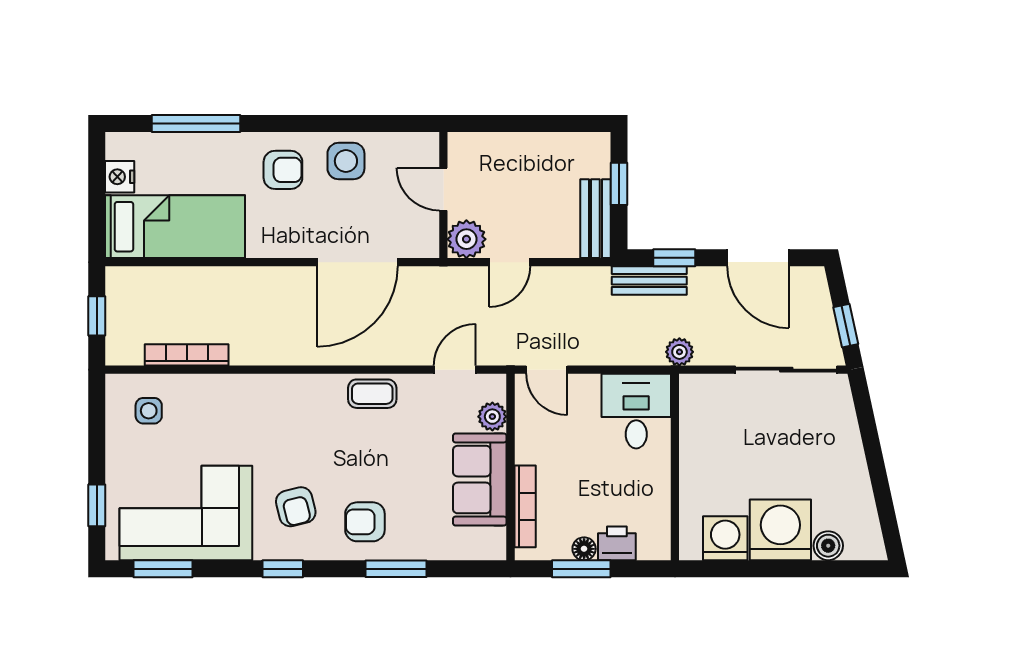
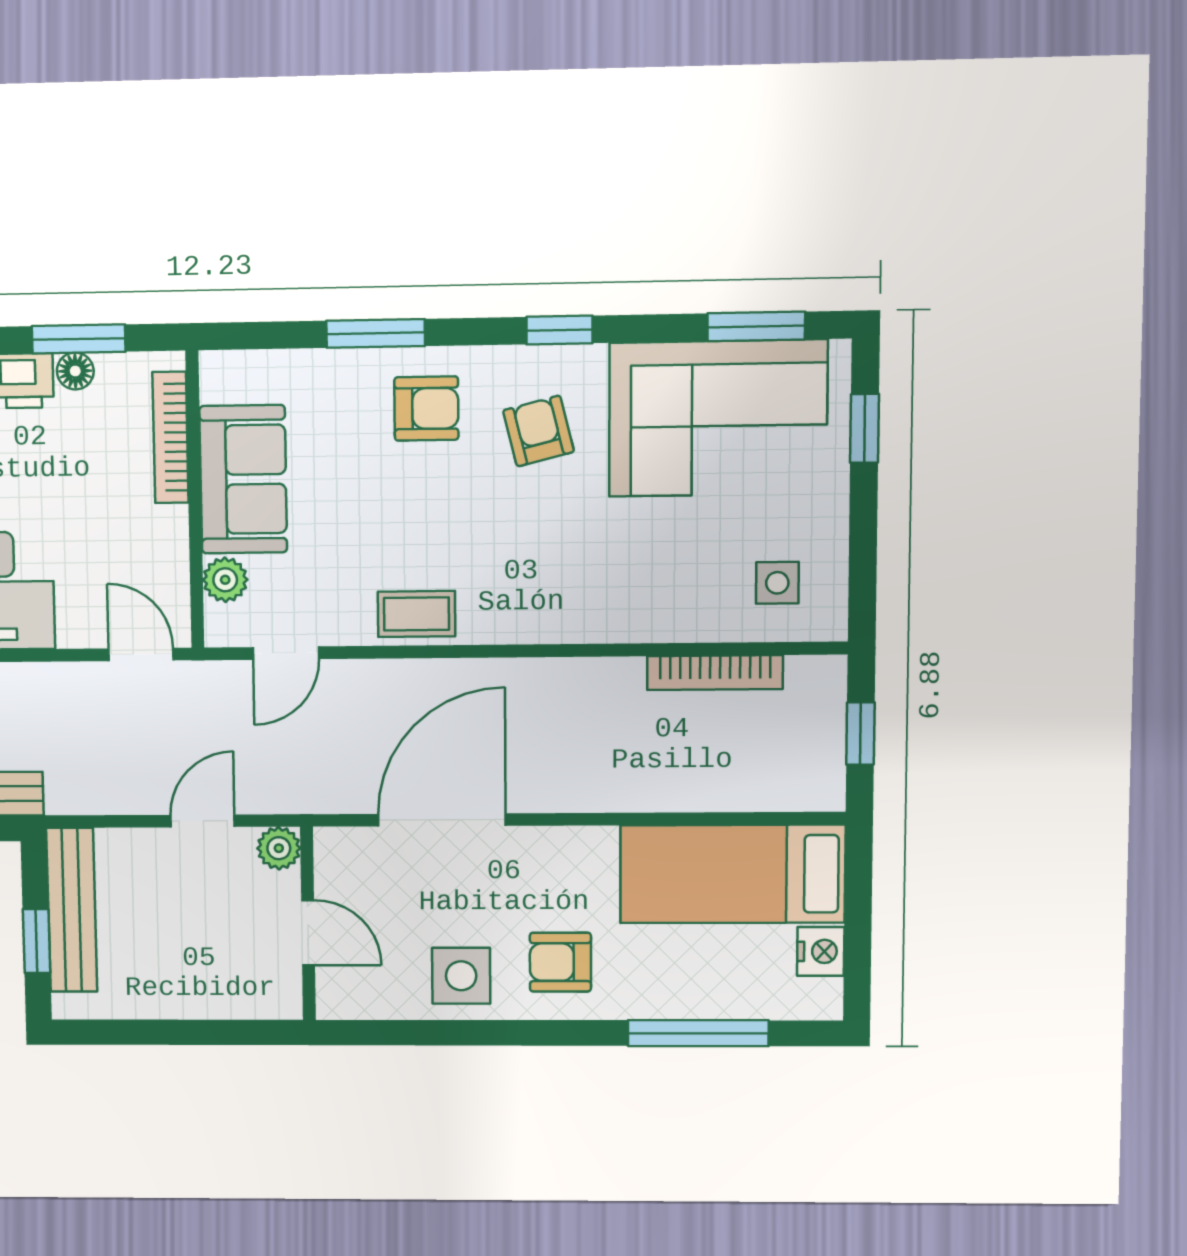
bench: (595, 219) -> (72, 910), width x1.36
plant: (466, 239) -> (279, 848), width x0.73, depth x0.73

